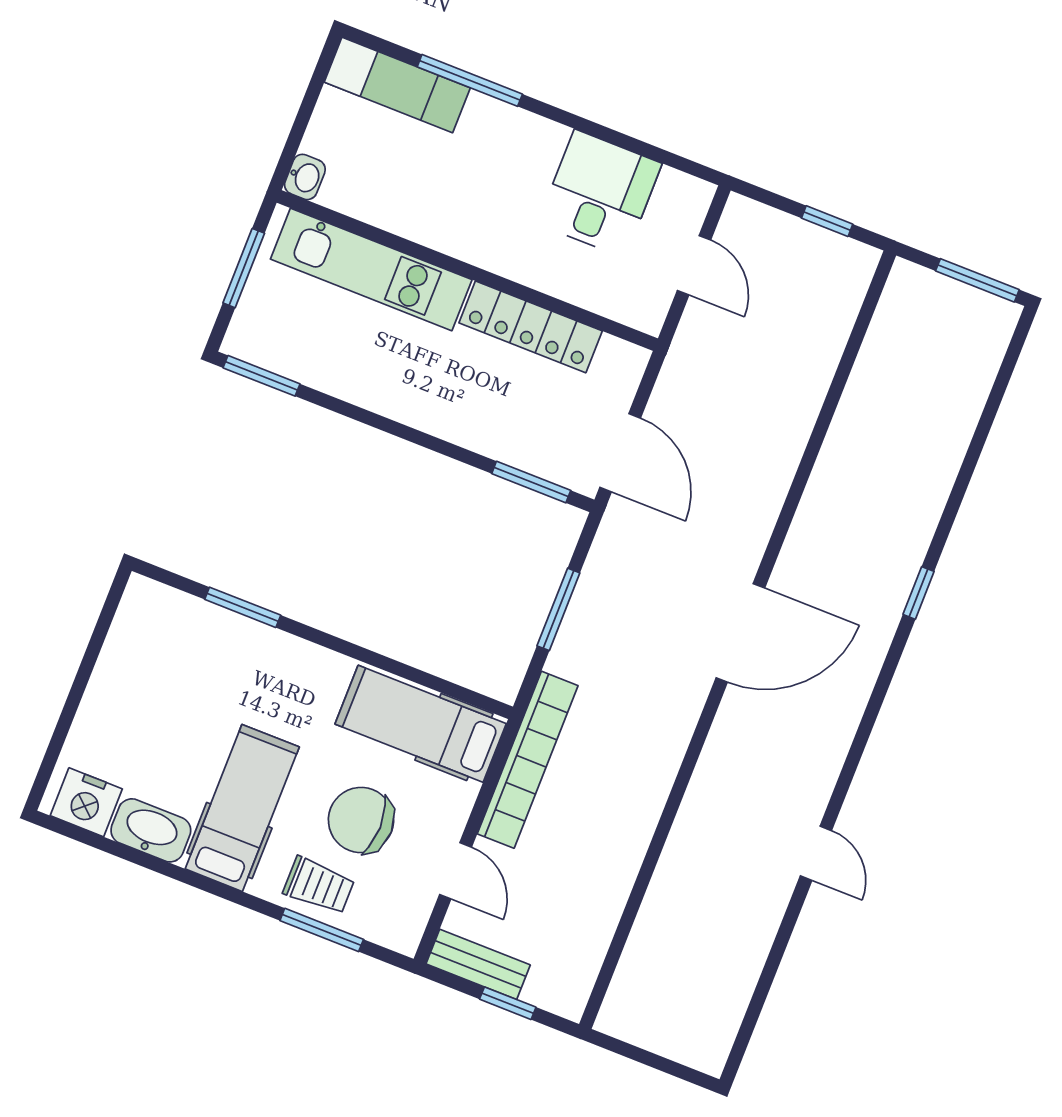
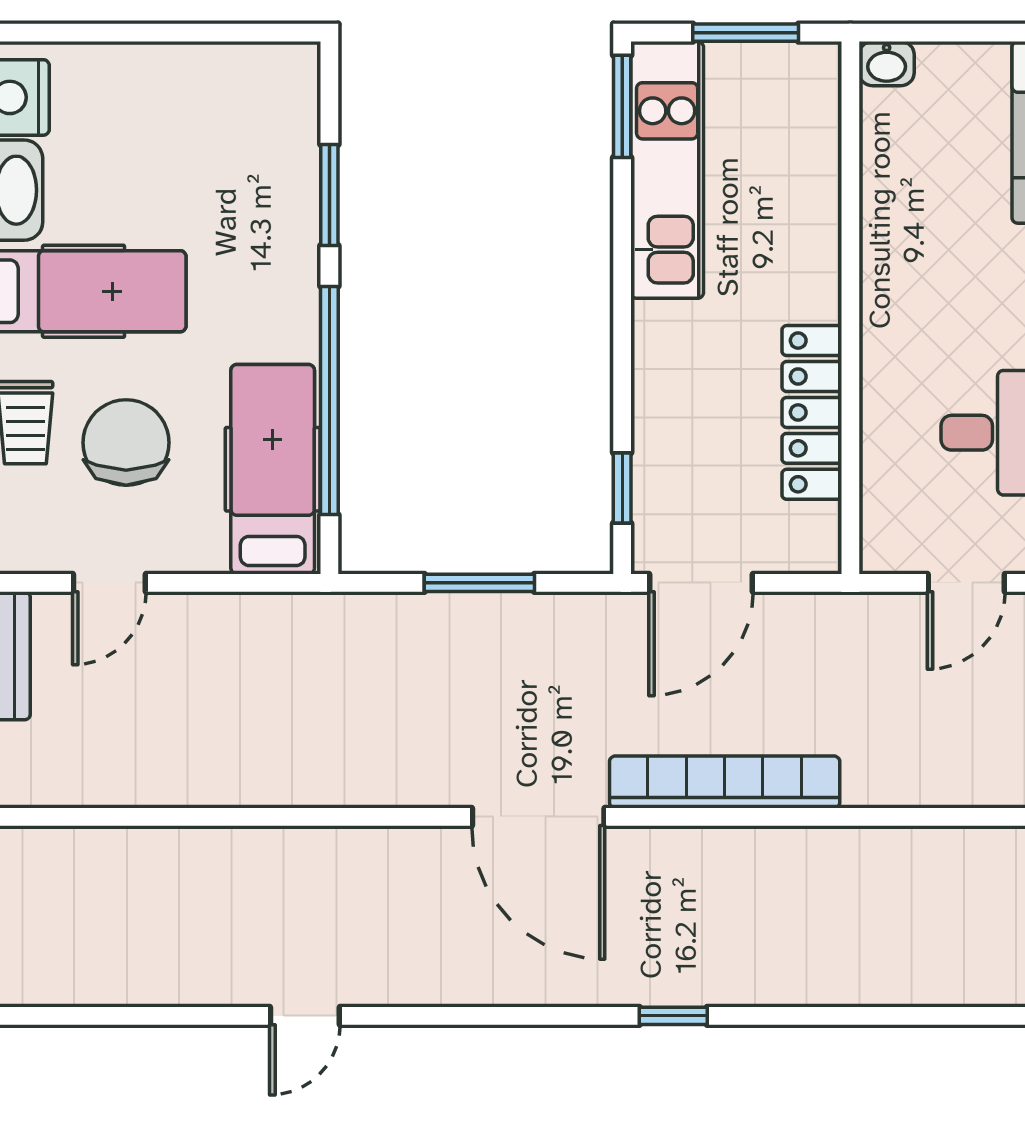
kitchen unit: (371, 269) -> (667, 170), moved, turned 180
window: (531, 482) -> (622, 488), width x0.67
window: (388, 665) -> (329, 401), added
bookcase: (528, 760) -> (725, 782), moved, turned 180

